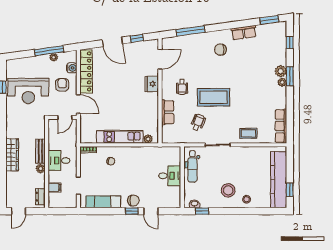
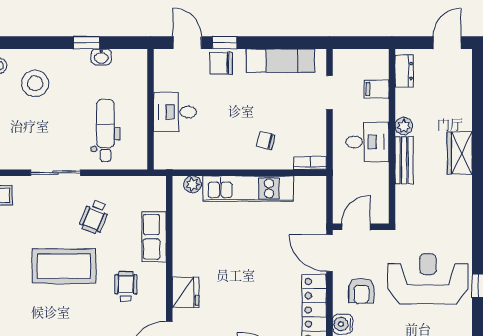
wardrobe: (12, 155) -> (460, 153), width x0.67
desk: (170, 176) -> (175, 112), moved
wall: (182, 177) -> (150, 109), moved

